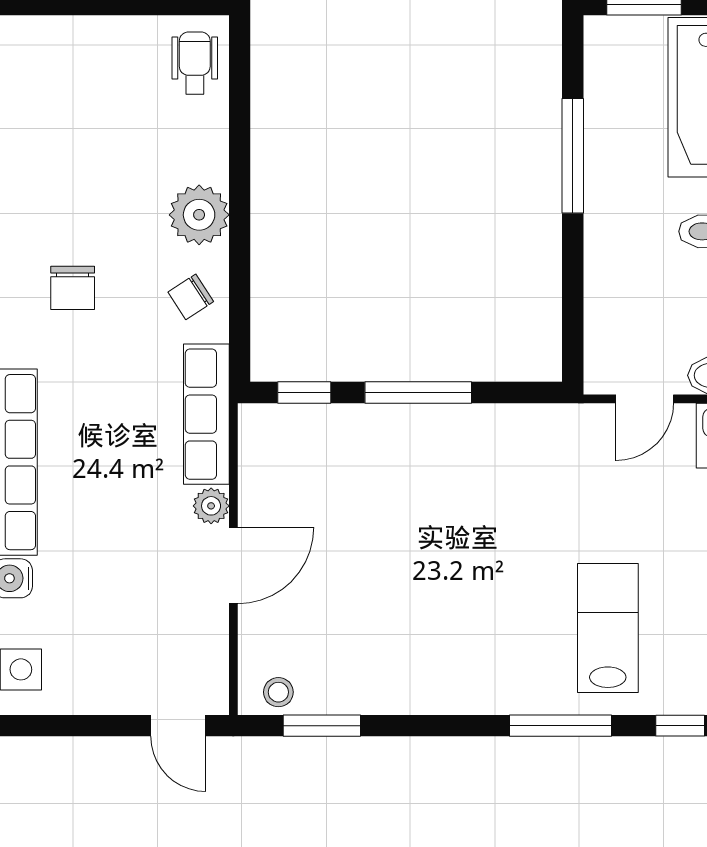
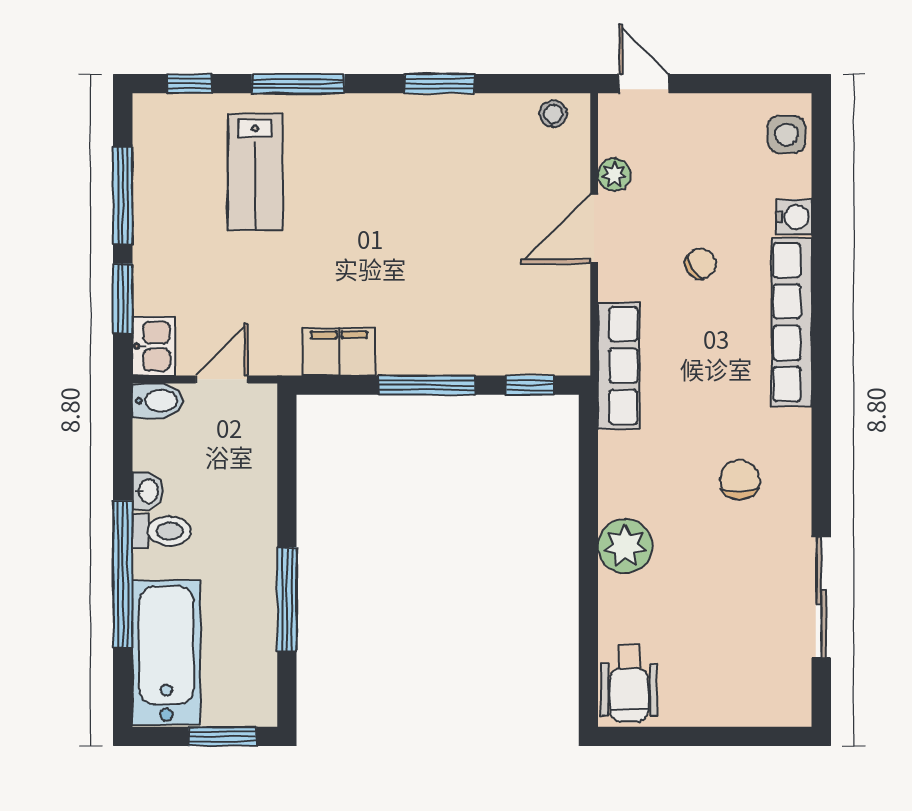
wheelchair: (195, 63) -> (629, 683), width x1.36, depth x1.37
chair: (191, 297) -> (701, 264), moved
filing cabinet: (515, 430) -> (339, 352), added
plant: (211, 506) -> (614, 175), moved
window: (322, 726) -> (439, 84), moved

